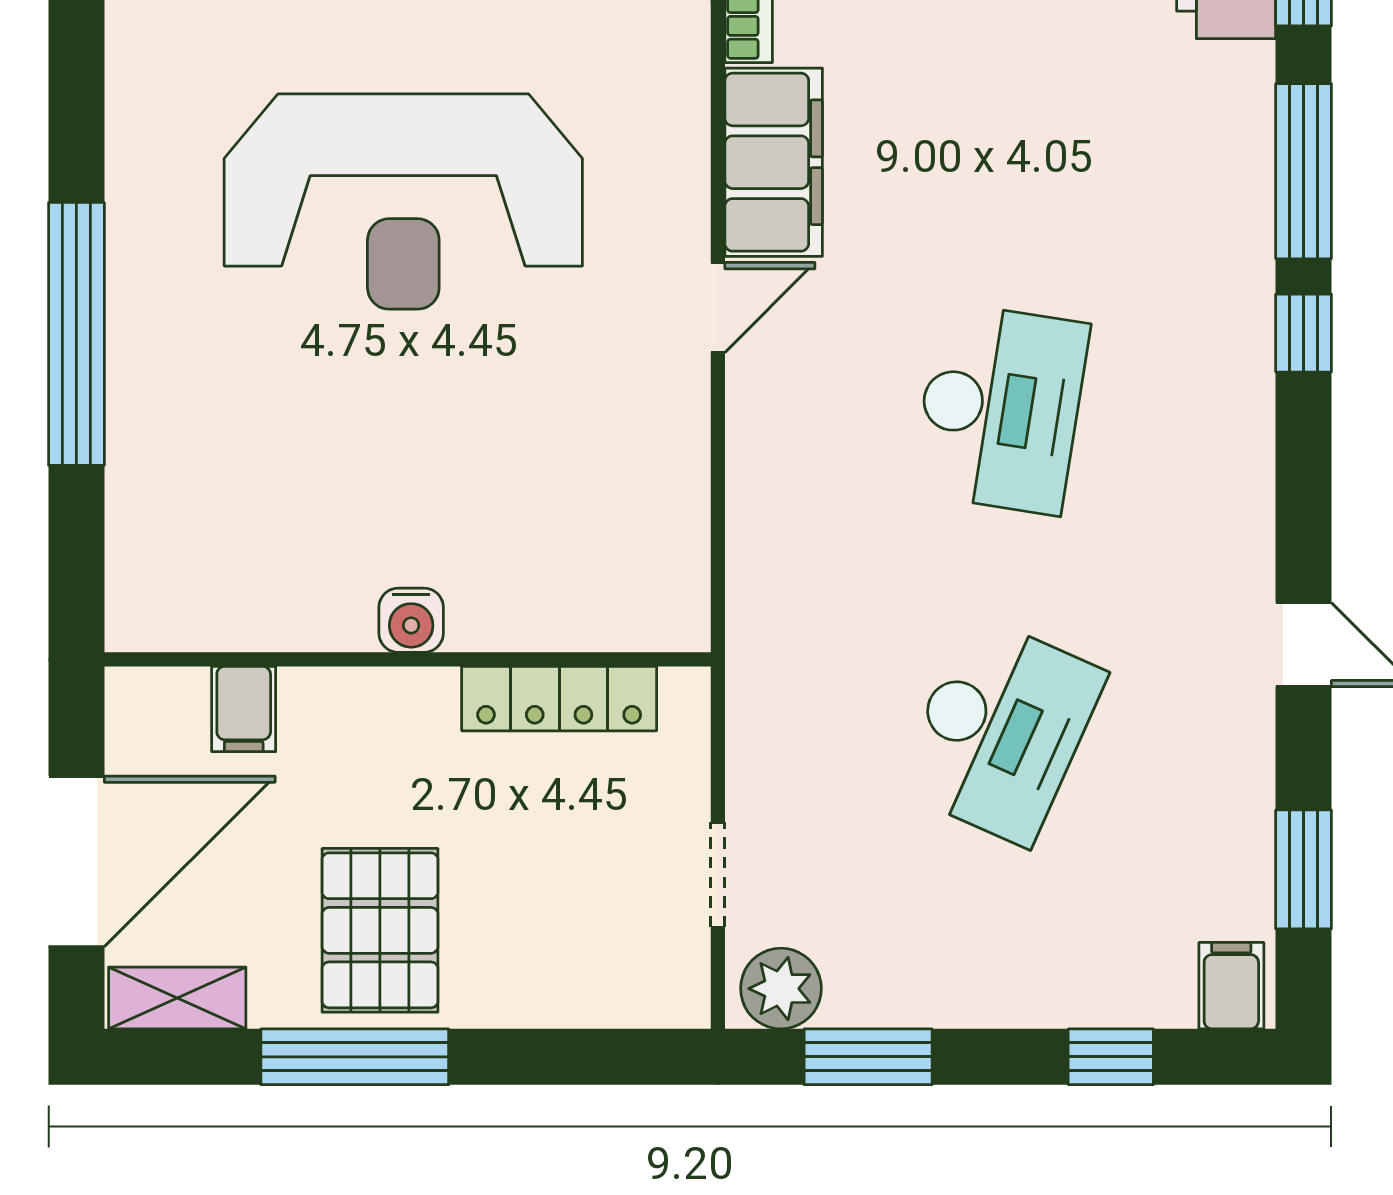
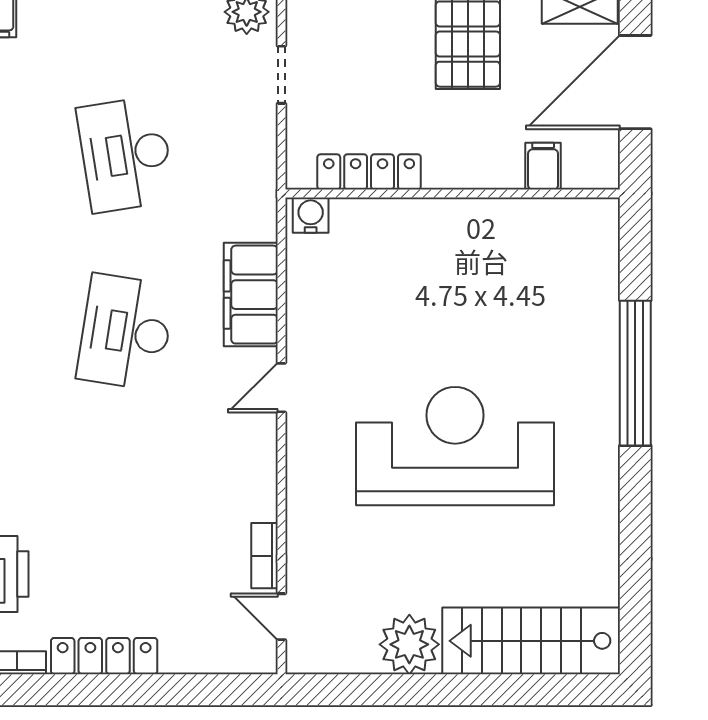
filing cabinet: (774, 162) -> (251, 295), moved
water cooler: (411, 620) -> (311, 215), moved
desk: (1000, 730) -> (126, 154), turned -33

